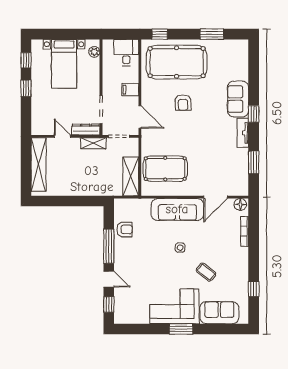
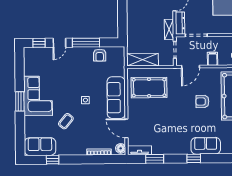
tv unit: (243, 133) -> (139, 150), moved
pool table: (165, 169) -> (149, 88), turned 90
sofa: (219, 313) -> (40, 147), moved, turned -90

